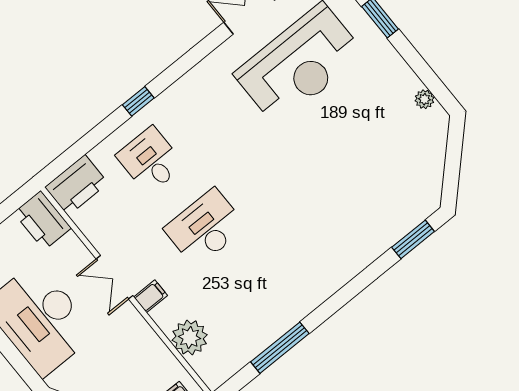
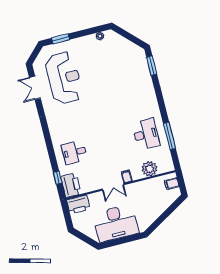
window: (138, 101) -> (58, 178), moved
desk: (205, 228) -> (146, 134), moved, turned 180

